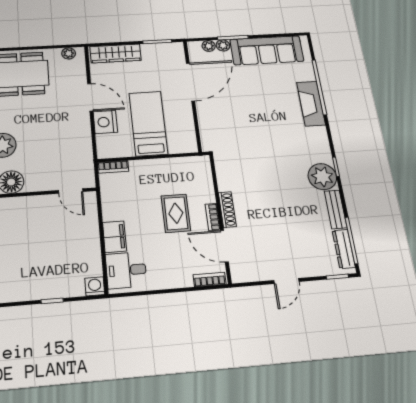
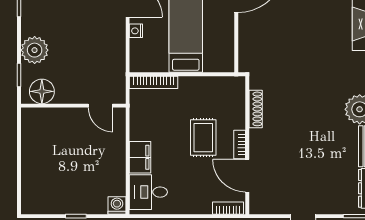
nightstand: (105, 122) -> (136, 31), width x0.53, depth x0.56
bookcase: (113, 167) -> (154, 82), width x1.56
shoe rack: (227, 209) -> (256, 109), moved

